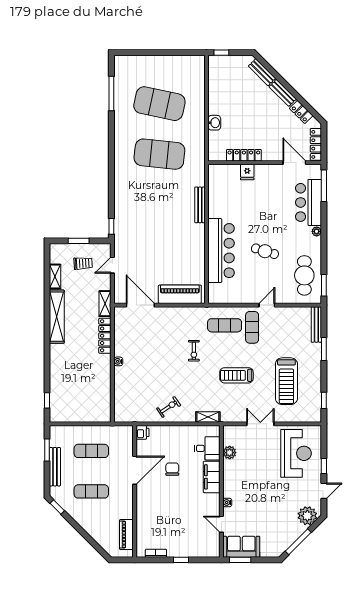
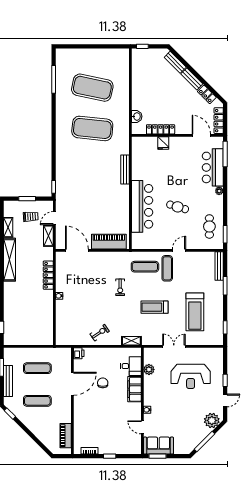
washbasin: (214, 123) -> (137, 116), moved
cafe table: (304, 275) -> (209, 226), width x0.73, depth x0.74
shelving: (105, 304) -> (48, 236), moved
reception desk: (296, 453) -> (191, 376), moved, turned 90

